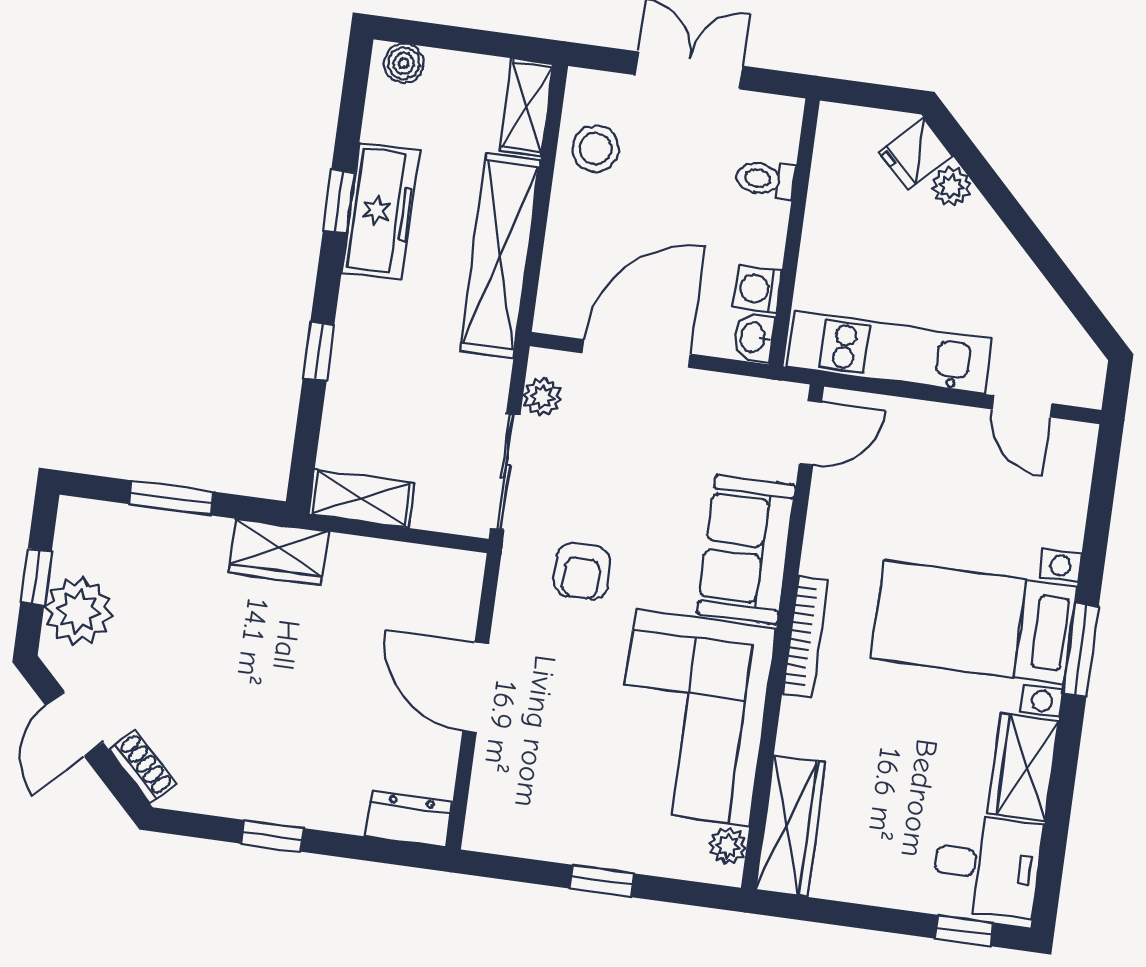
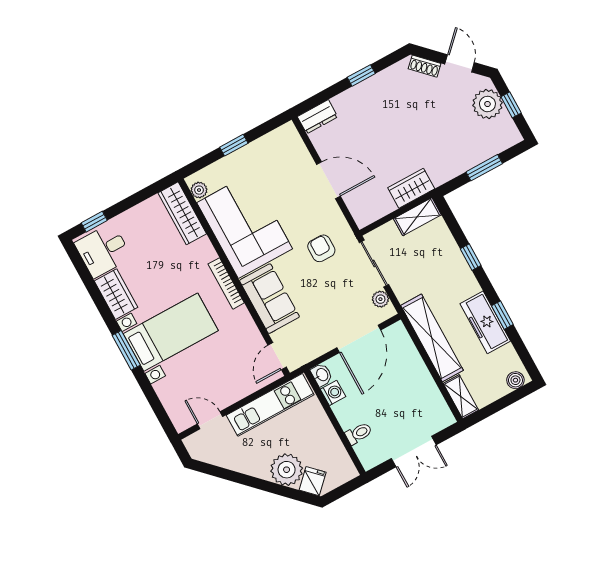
stool: (596, 148) -> (426, 400), removed
plant: (951, 187) -> (287, 470), width x1.88, depth x1.88
wardrobe: (279, 552) -> (411, 188), moved

